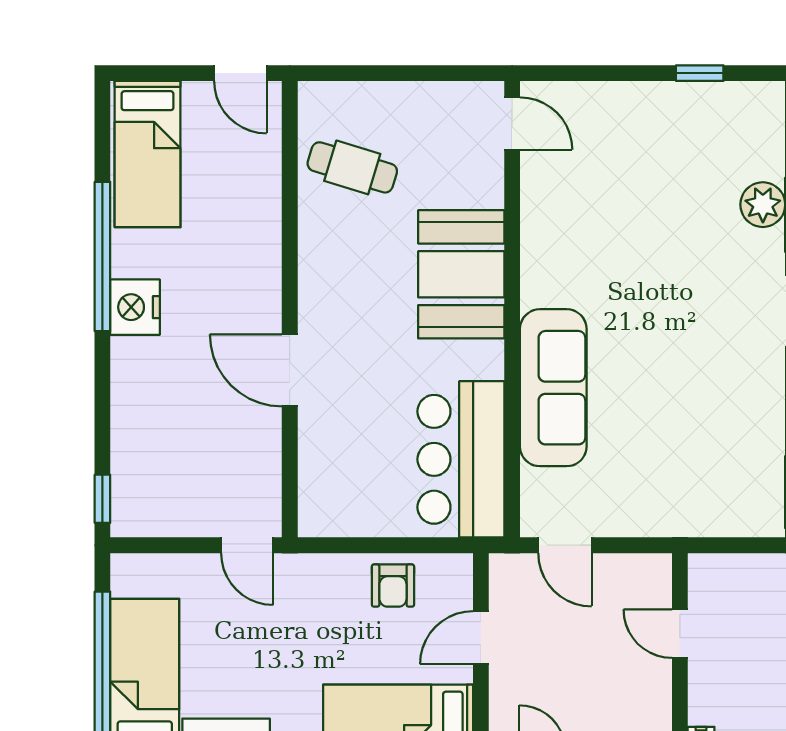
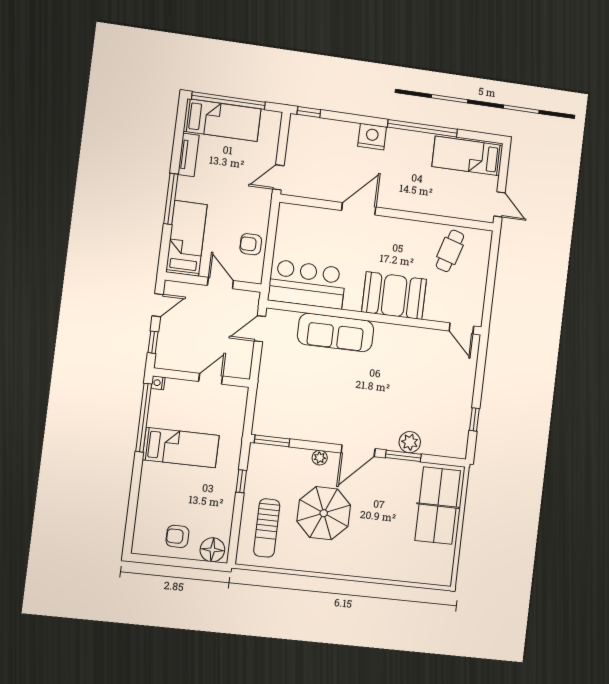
door: (240, 73) -> (499, 204), swing flipped
door: (512, 124) -> (461, 328), hinge flipped
nightstand: (135, 307) -> (372, 137), moved

